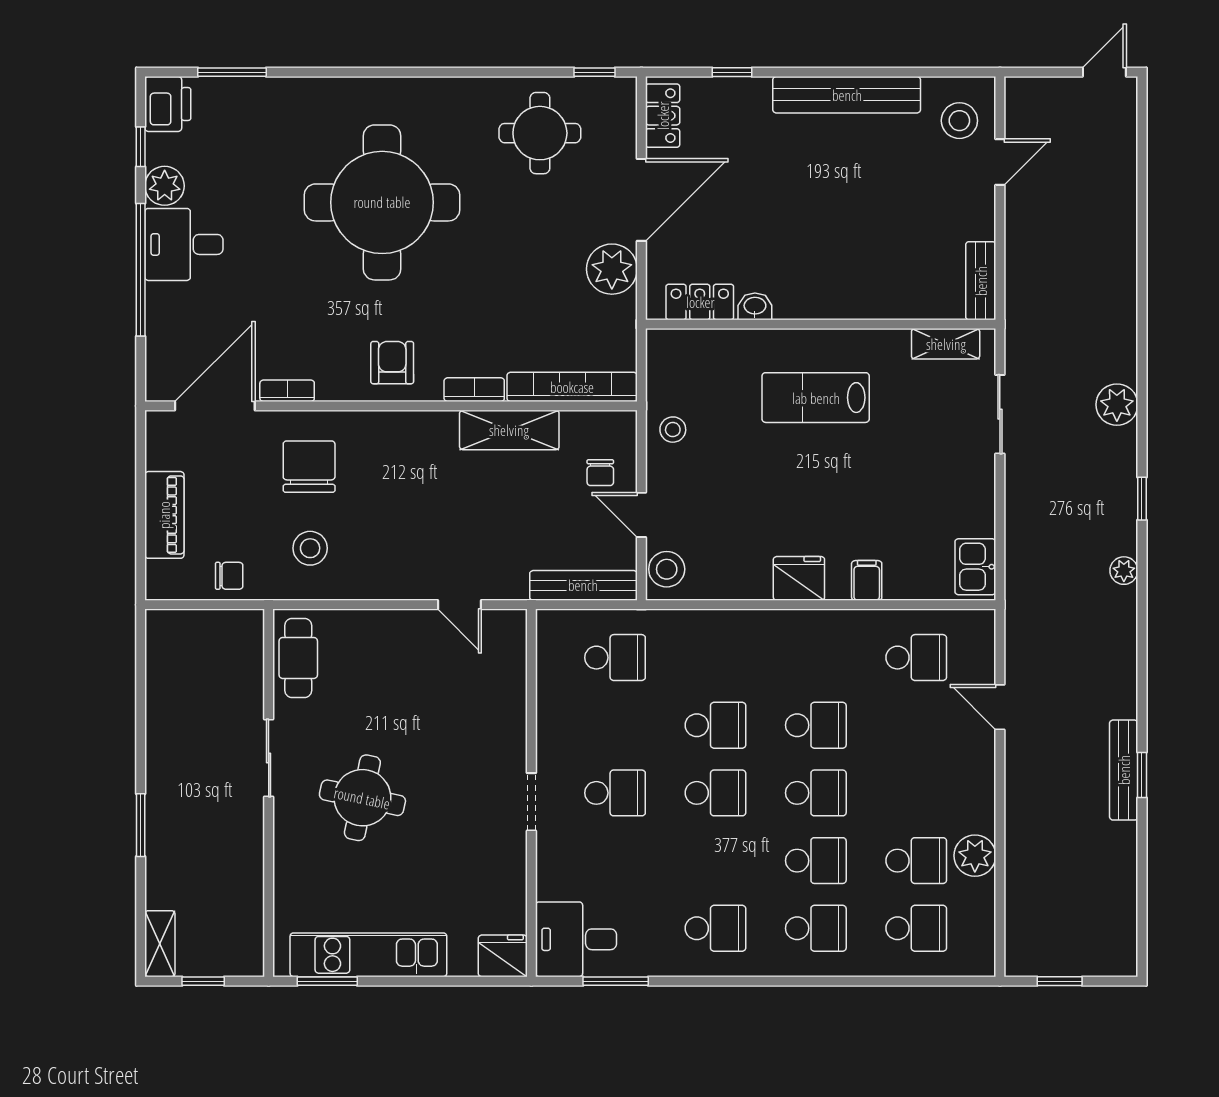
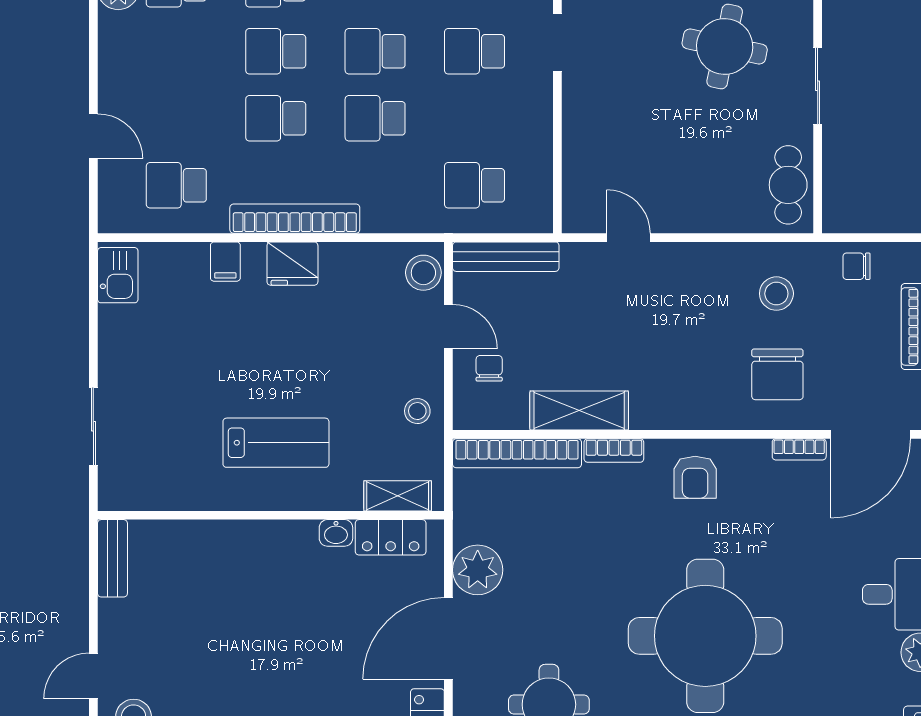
shelving: (946, 344) -> (398, 496), moved
bookcase: (797, 624) -> (295, 219), added

